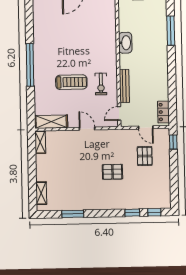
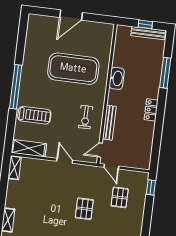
exercise mat: (83, 40) -> (73, 69), added
treadmill: (71, 82) -> (34, 115), moved
locker: (164, 112) -> (151, 110), moved
door: (146, 127) -> (111, 167), moved
pallet: (112, 172) -> (84, 209), turned 90

